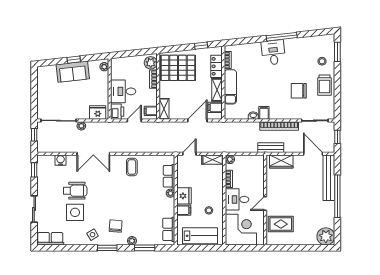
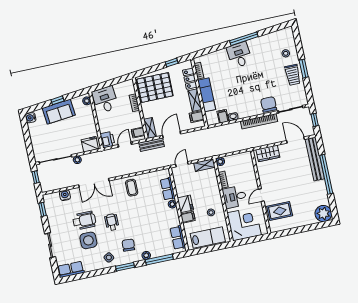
window: (337, 52) -> (304, 69), moved
plant: (151, 63) -> (129, 88), removed
water cooler: (42, 72) -> (31, 118), added
desk: (123, 91) -> (105, 100), moved, turned 84
chair: (299, 91) -> (269, 104), moved, turned 90
filing cabinet: (264, 113) -> (223, 116), moved
door: (197, 121) -> (172, 135), moved
bench: (271, 148) -> (152, 145), moved
wheelchair: (103, 198) -> (112, 222), added
window: (145, 248) -> (159, 260), width x1.44

